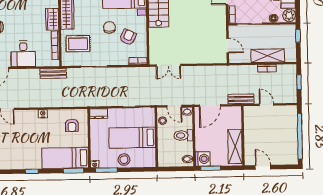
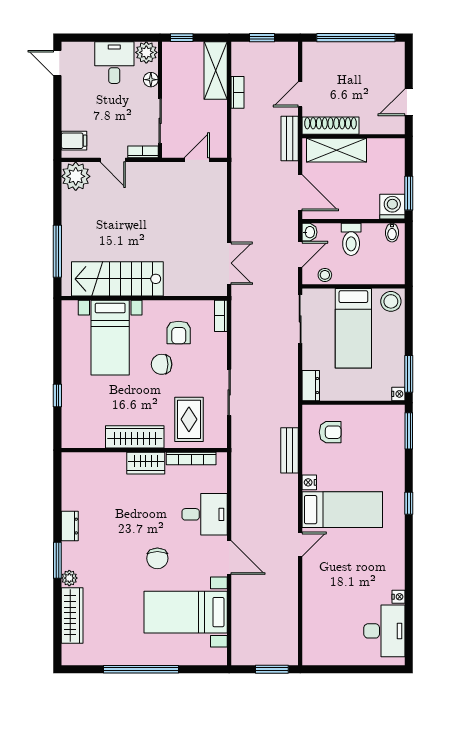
armchair: (128, 37) -> (179, 332), turned -115
shelving: (268, 56) -> (216, 70), moved
bench: (53, 73) -> (290, 450), moved
shoe rack: (249, 122) -> (331, 126), added
shelving: (235, 147) -> (336, 150), moved
bed: (65, 158) -> (342, 510), moved, turned -90
stool: (124, 160) -> (391, 301), moved

